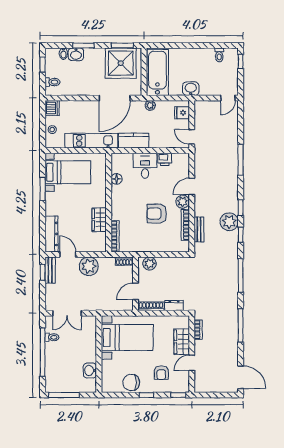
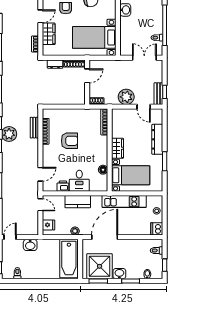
washbasin: (76, 54) -> (119, 274), moved
washbasin: (191, 89) -> (30, 245), moved
kitchen counter: (134, 141) -> (78, 202), moved
bed with nightstands: (68, 172) -> (131, 175), moved, turned 180
door: (192, 186) -> (40, 174), moved
plant: (183, 202) -> (48, 151), removed
wardrobe: (99, 220) -> (118, 148), moved
dresser: (51, 234) -> (157, 139), moved
plant: (149, 264) -> (76, 99), removed

